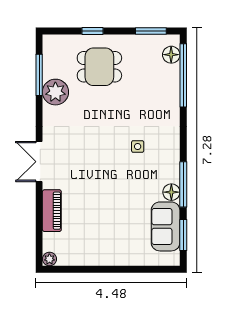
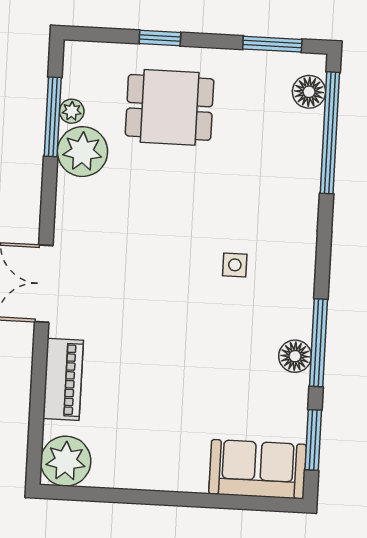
plant: (49, 71) -> (72, 111), added
sofa: (166, 226) -> (258, 469), moved, turned 90
plant: (49, 259) -> (66, 461), width x1.87, depth x1.87

